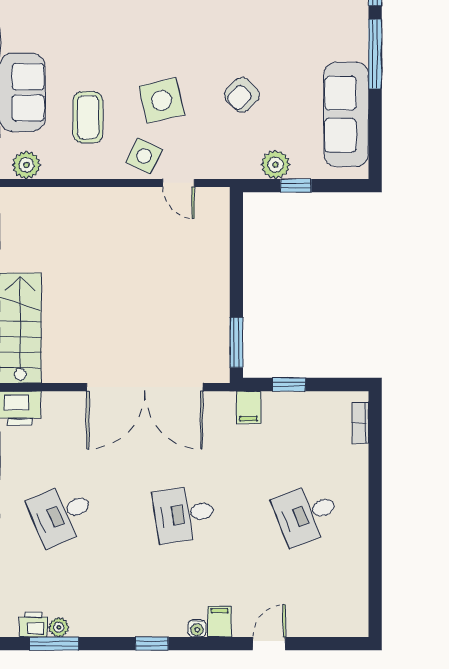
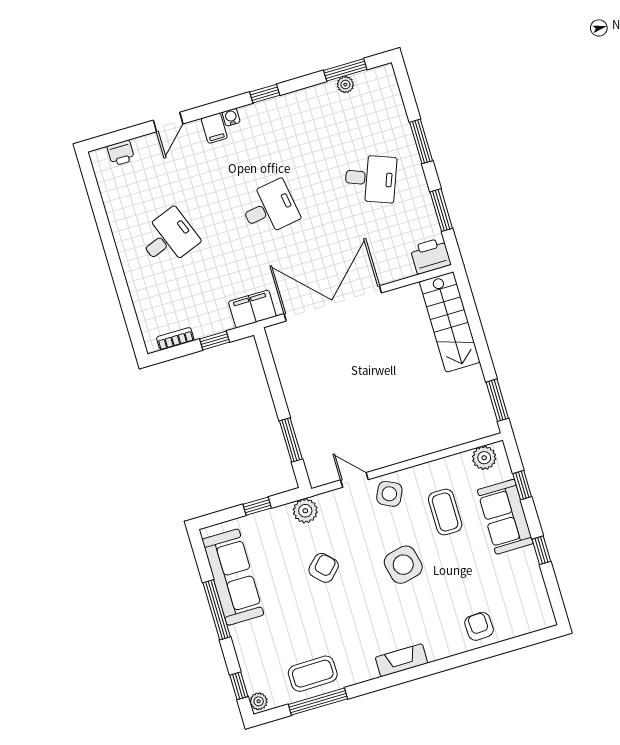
window: (375, 54) -> (217, 610), moved
side table: (162, 100) -> (403, 565), moved
plant: (275, 165) -> (305, 511), moved
window: (236, 342) -> (291, 440), moved
filing cabinet: (249, 407) -> (252, 309), width x2.00
bookcase: (360, 423) -> (175, 339), moved, turned -90
desk: (61, 514) -> (371, 179), turned 45
printer: (33, 625) -> (121, 153), moved

